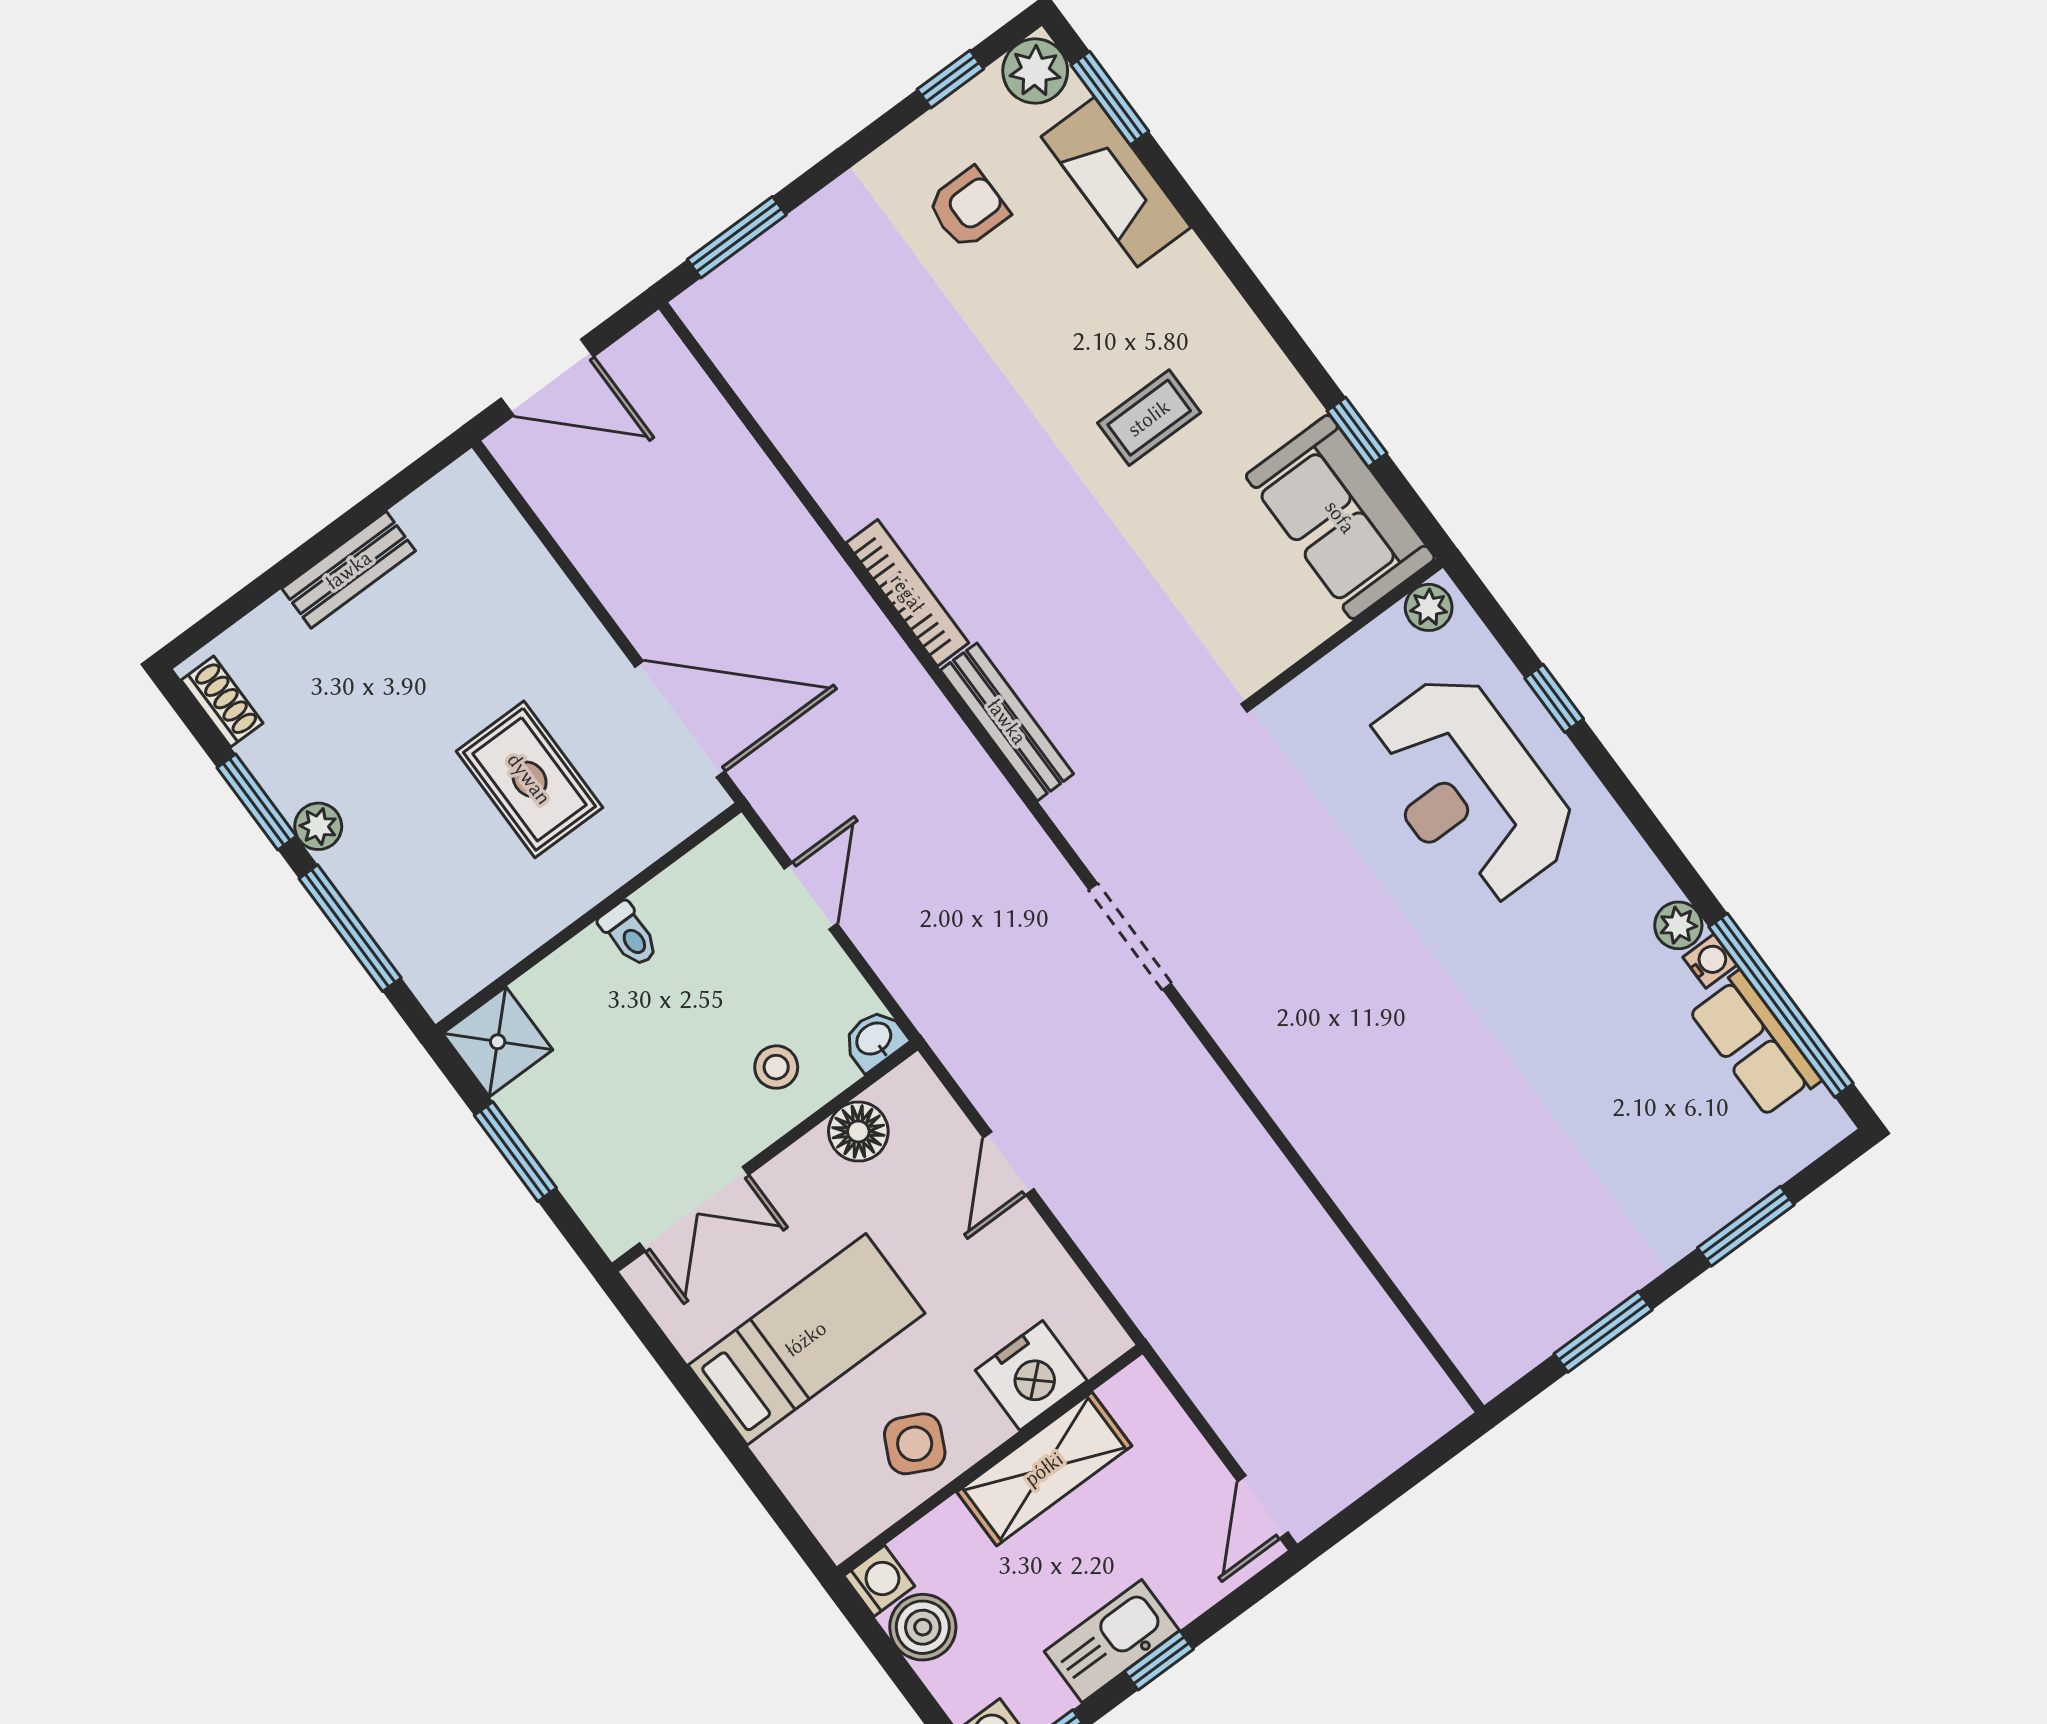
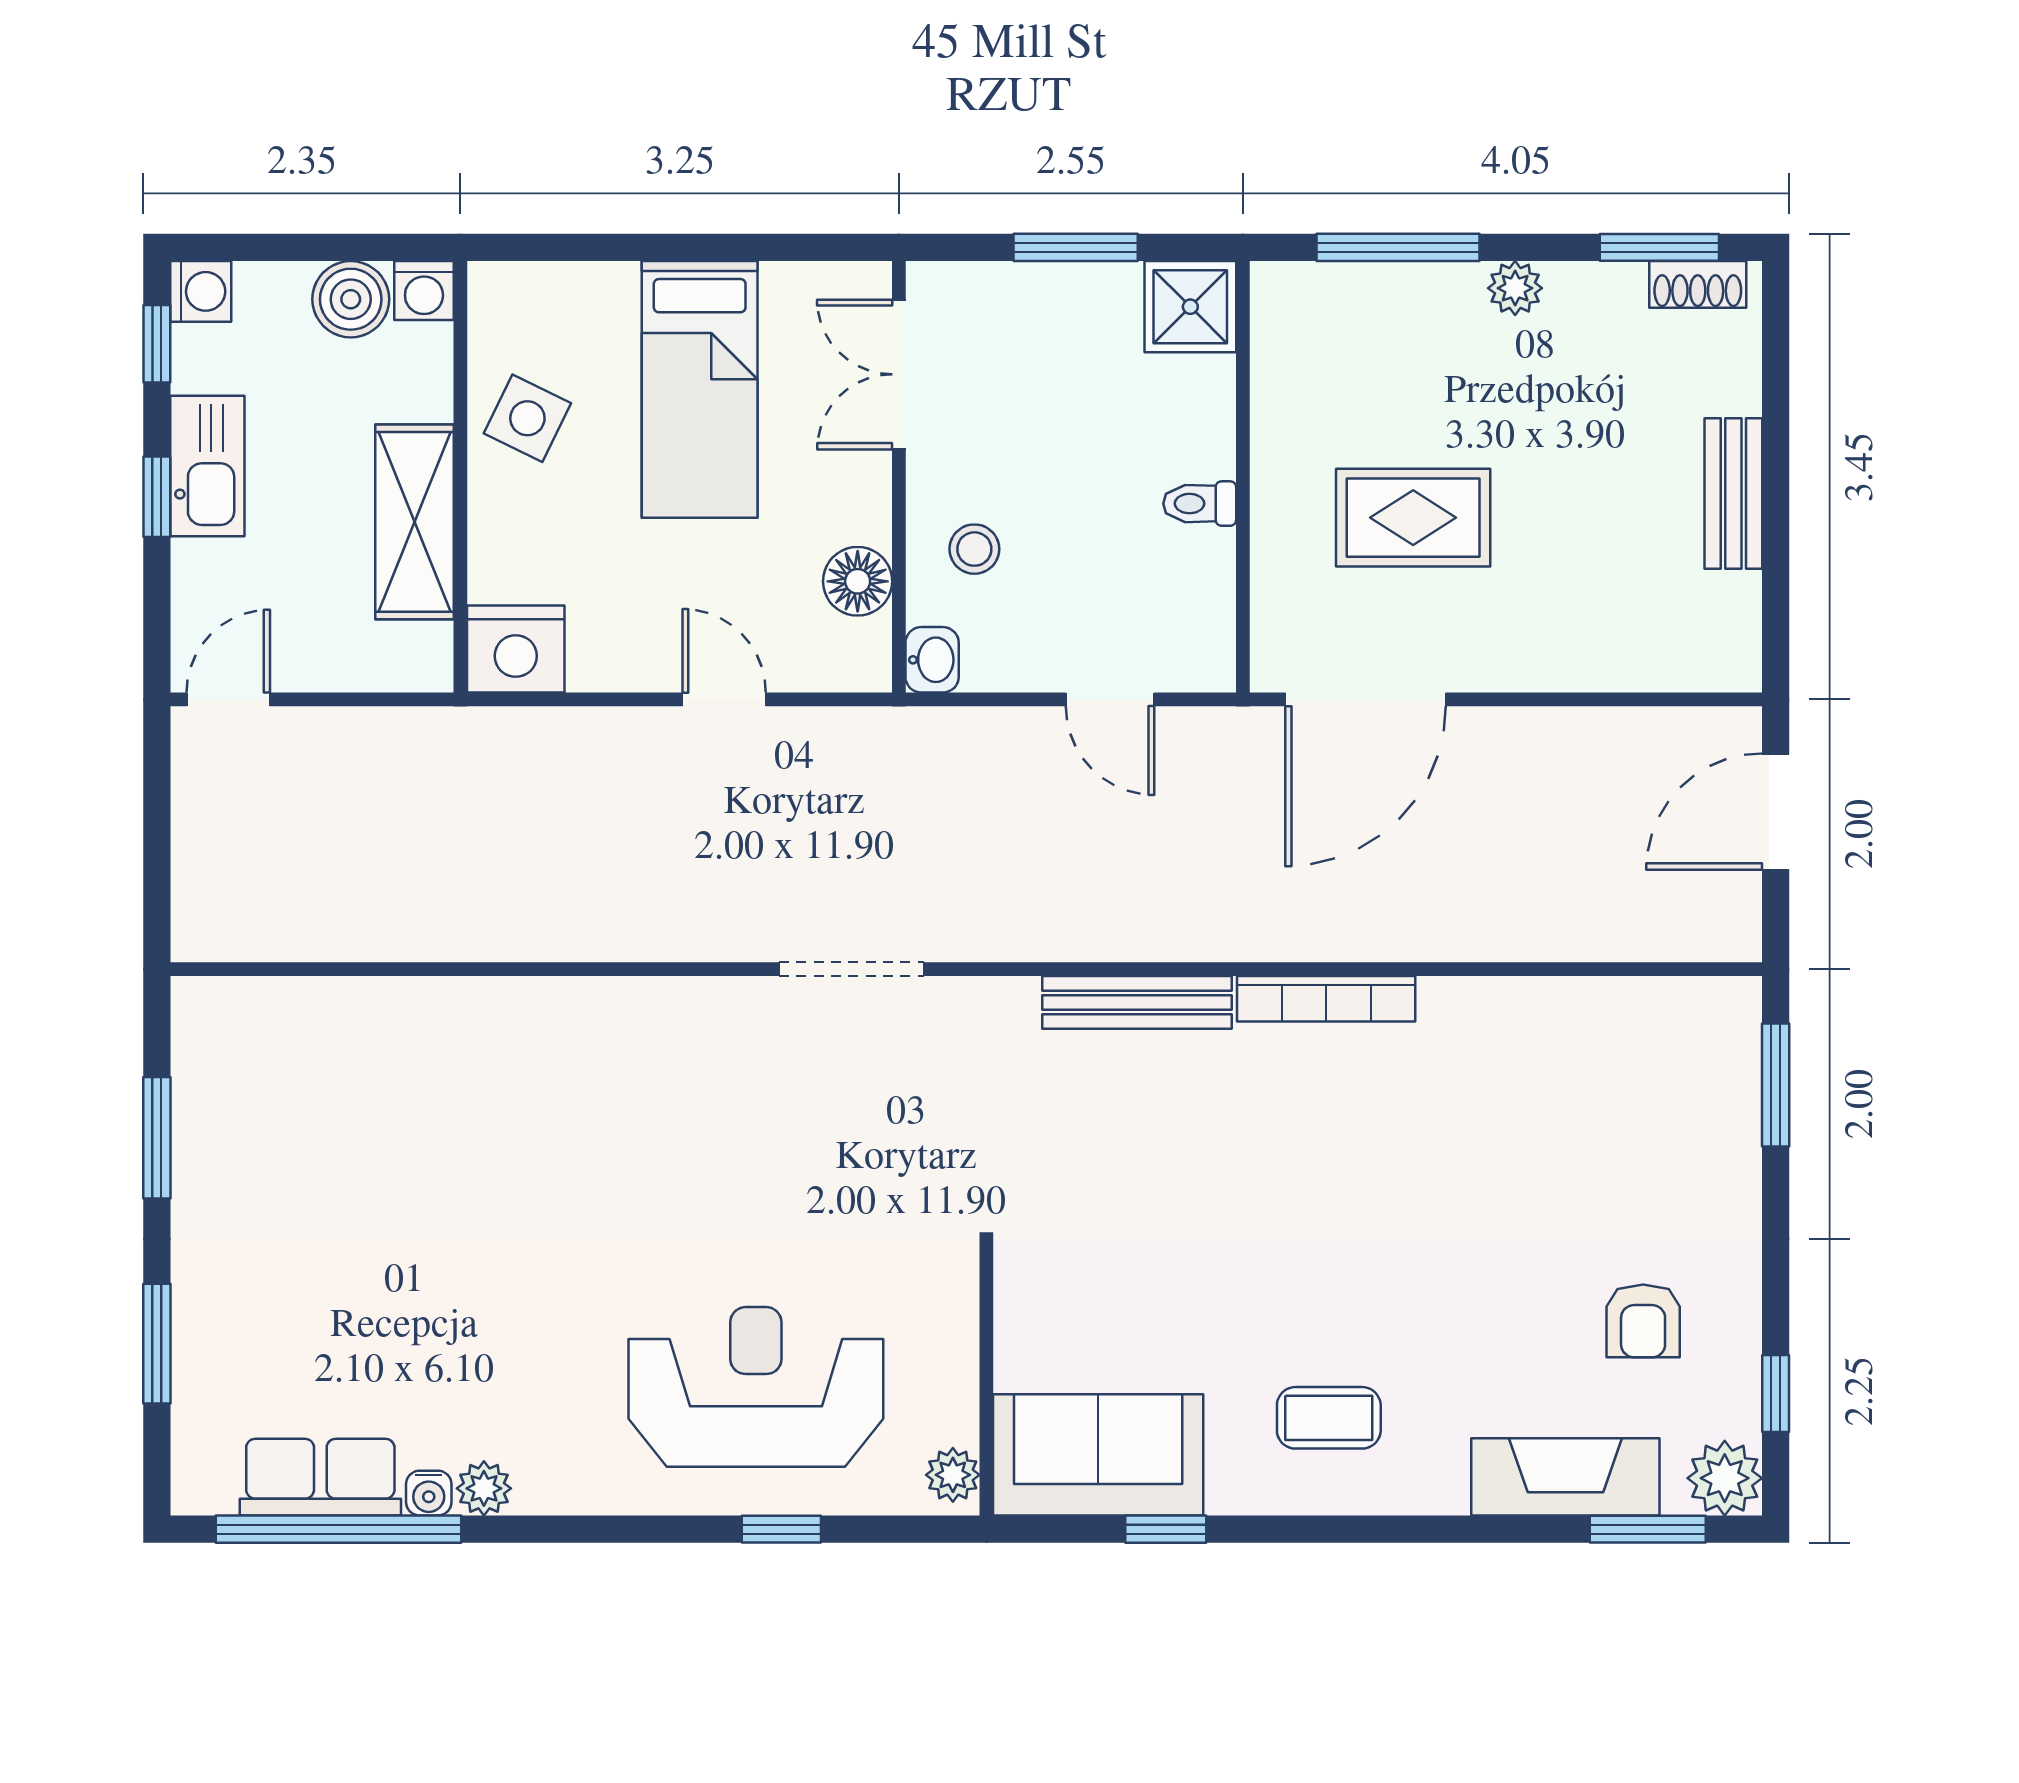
coffee table: (1149, 418) -> (1329, 1418), moved, turned 90
window: (257, 802) -> (1659, 247), moved
nightstand: (1031, 1375) -> (516, 649), moved, turned -90
door: (1263, 1507) -> (228, 699), hinge flipped

